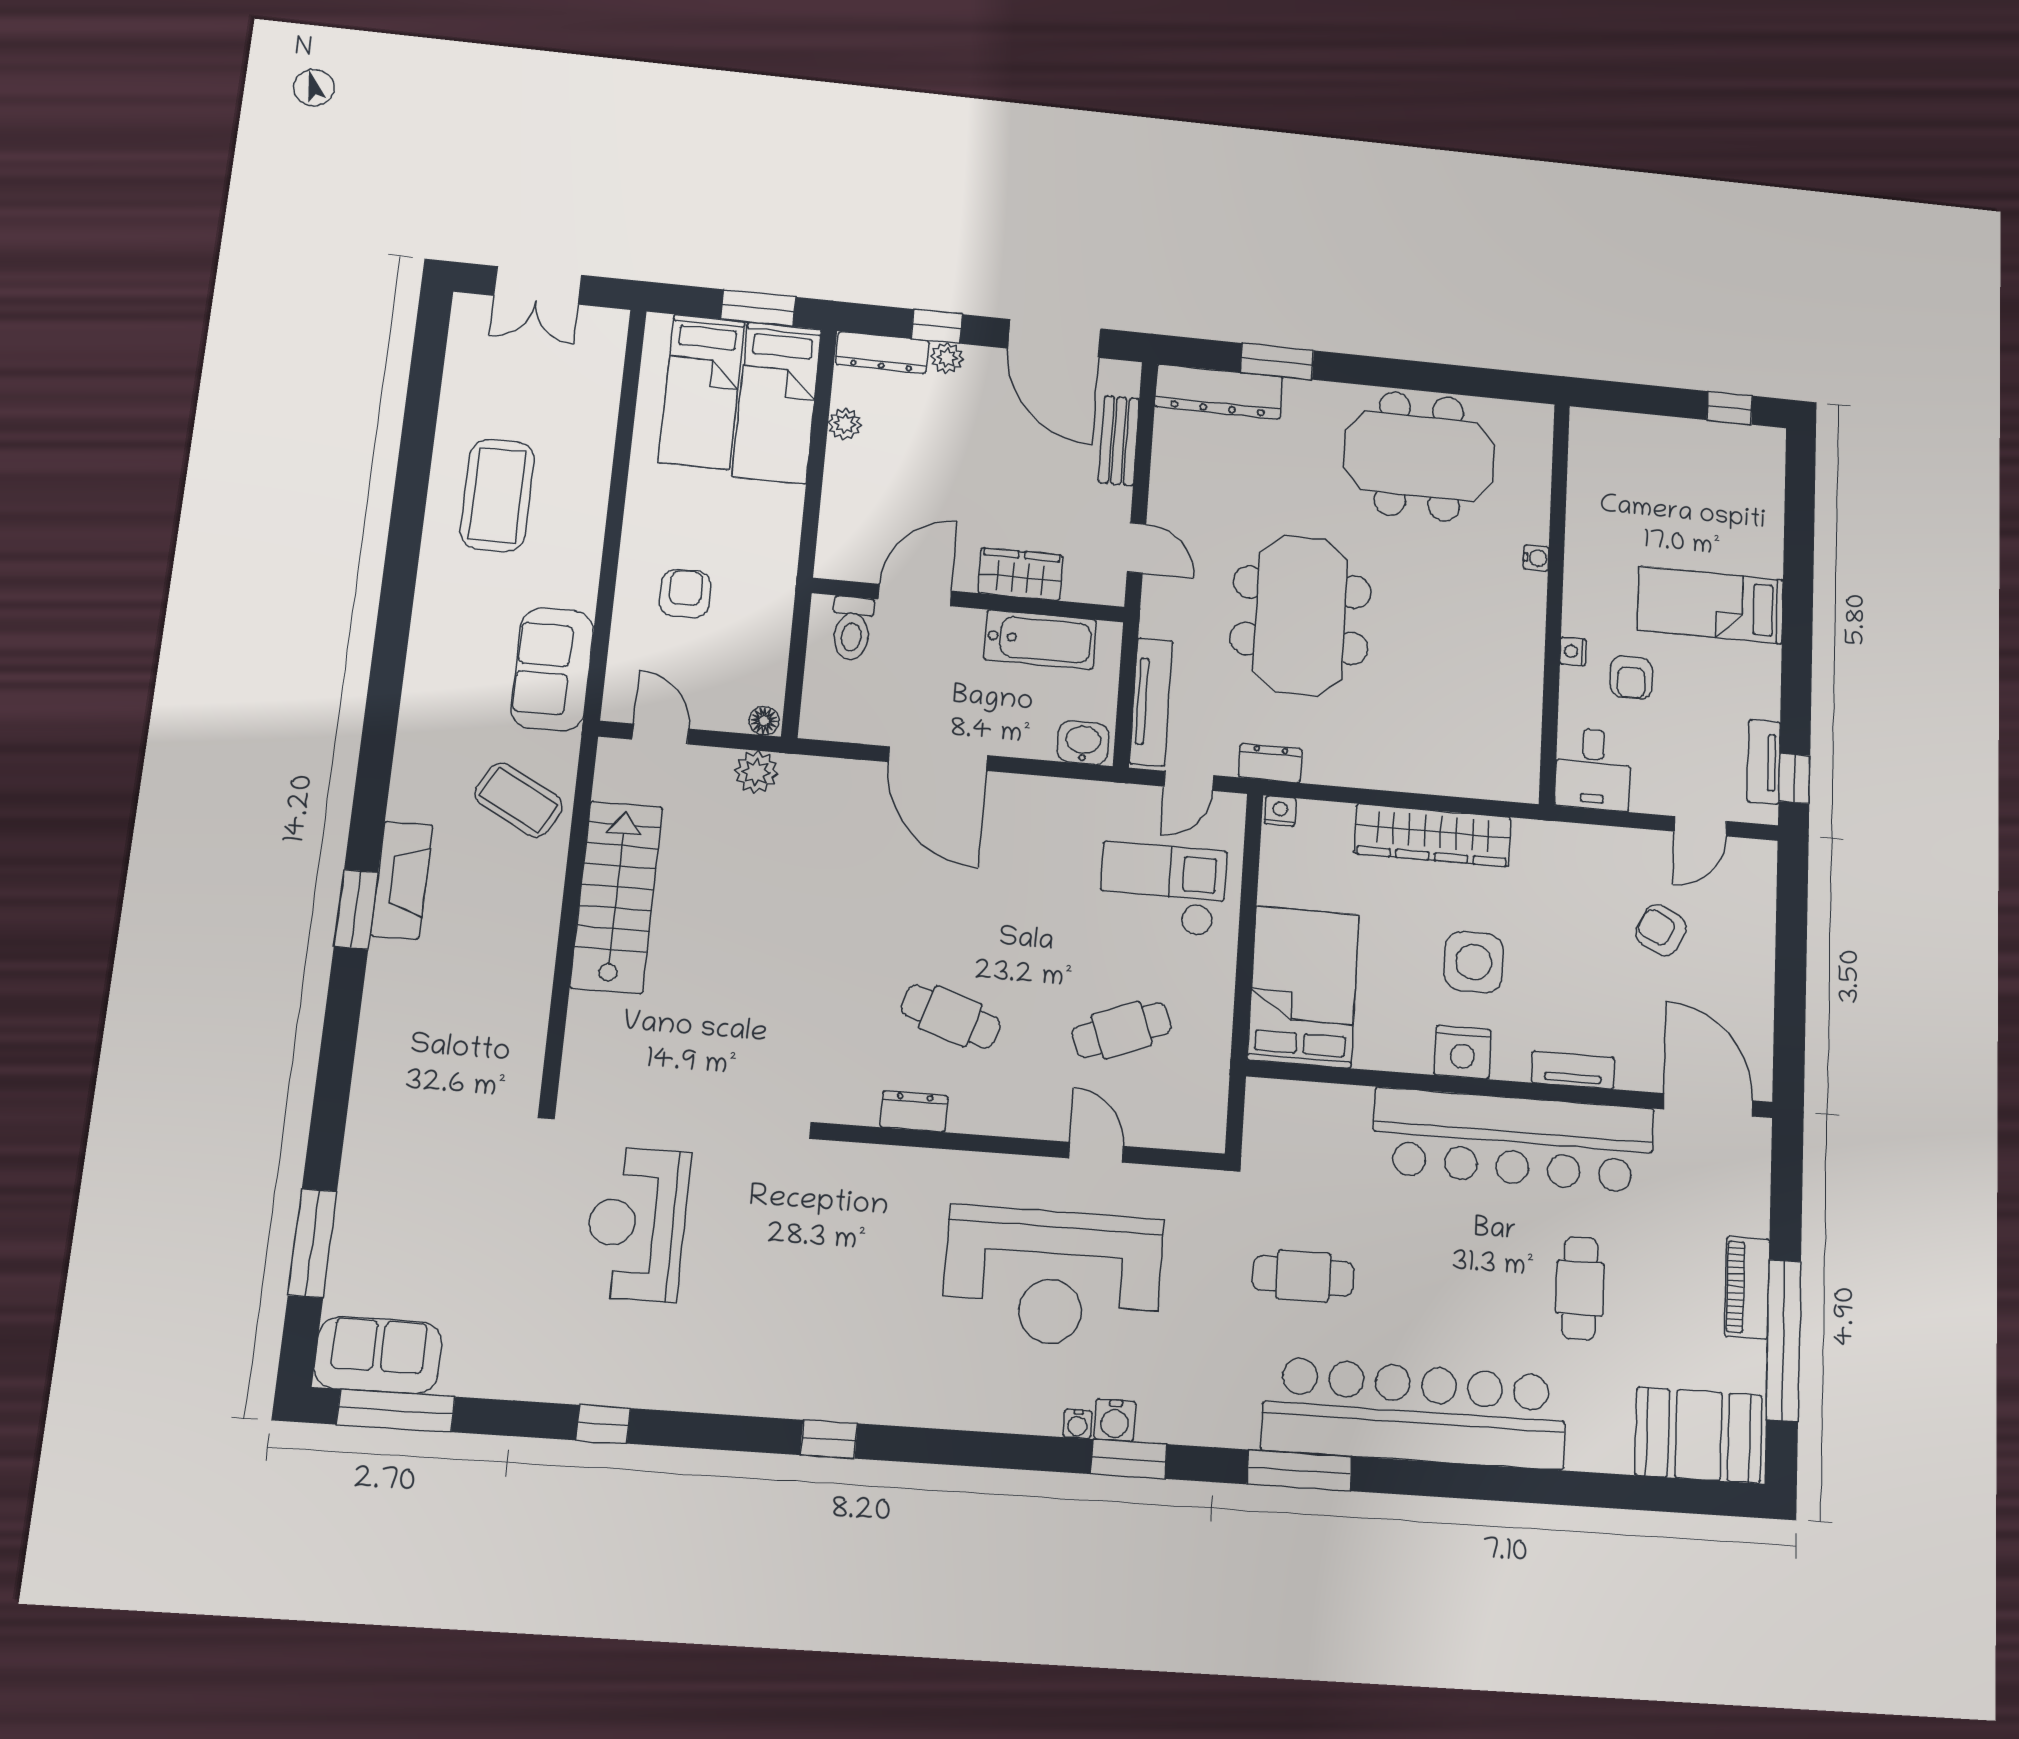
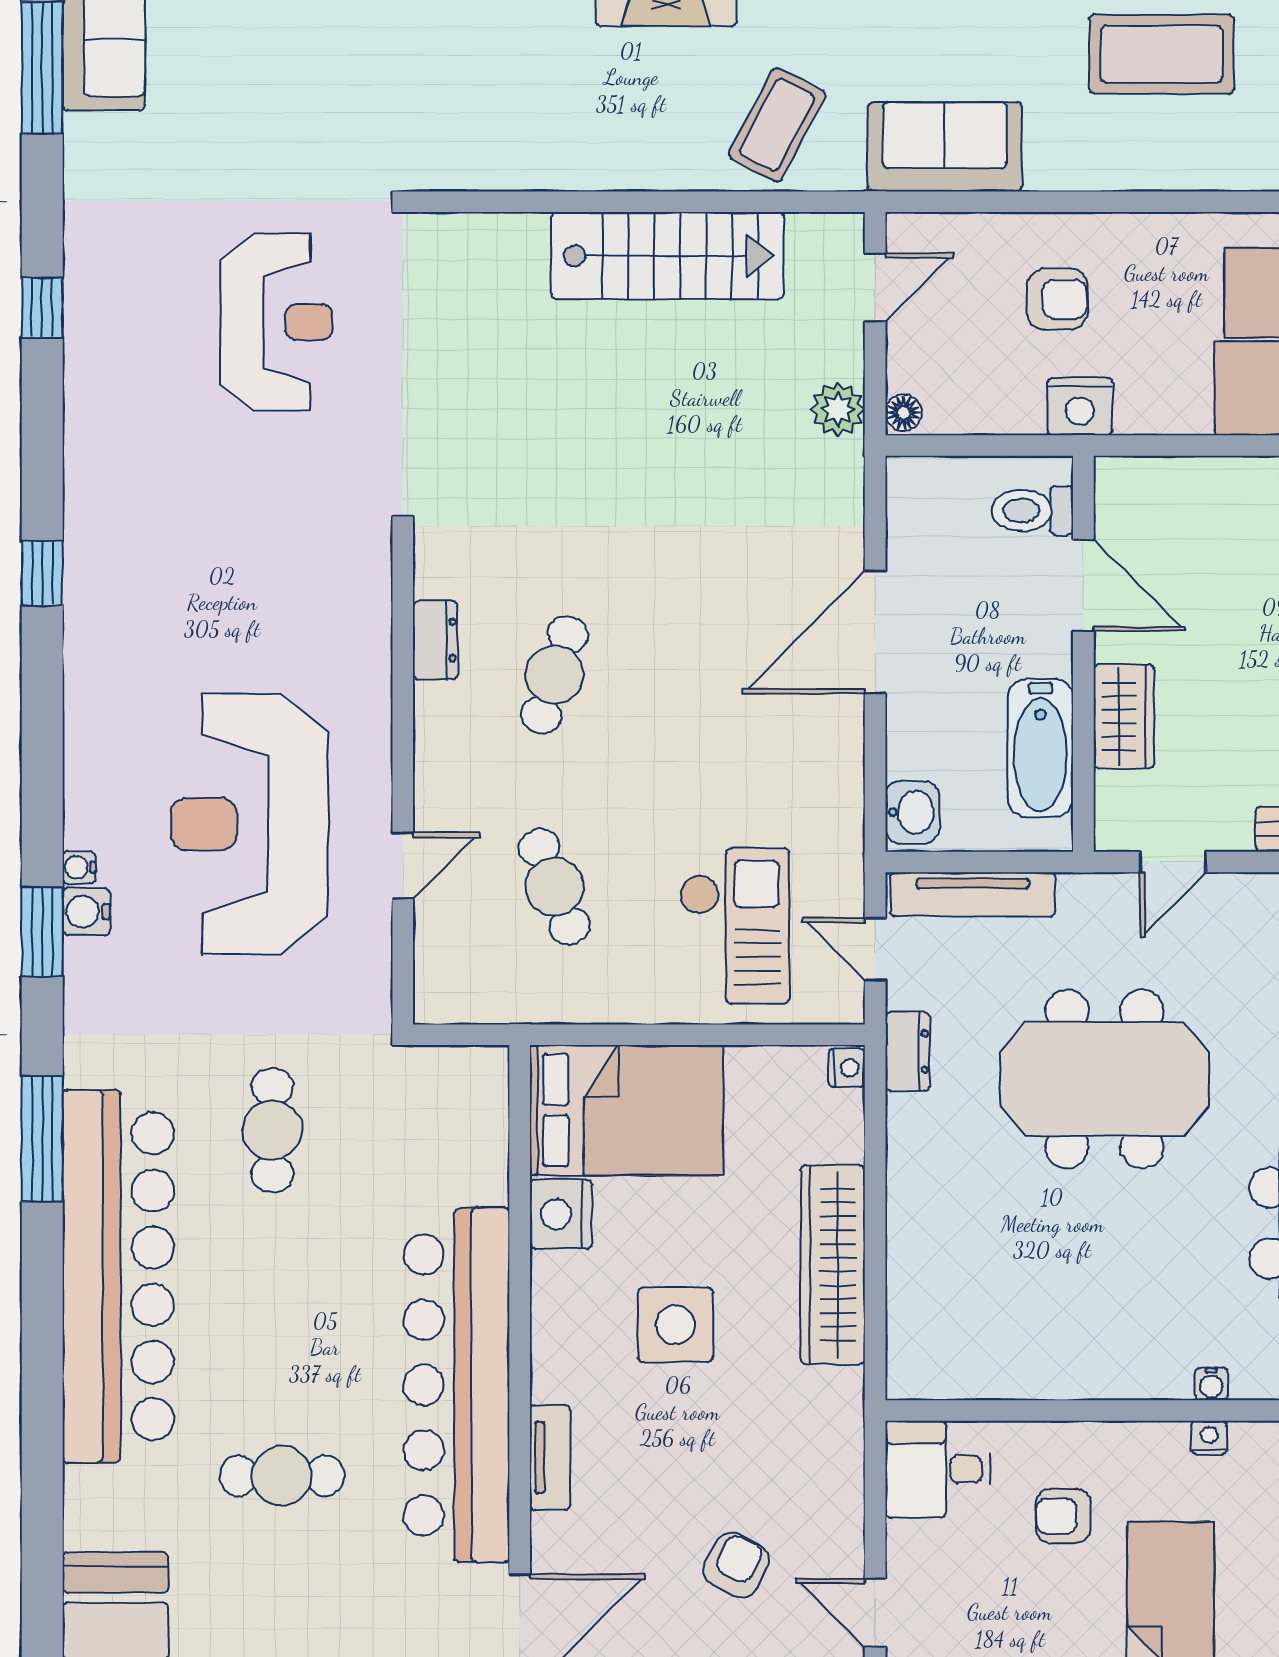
nightstand: (773, 584) -> (1080, 406), added
nightstand: (1573, 652) -> (1209, 1438), moved
nightstand: (1463, 1052) -> (561, 1214), moved
reception desk: (637, 1224) -> (276, 322), turned 90

